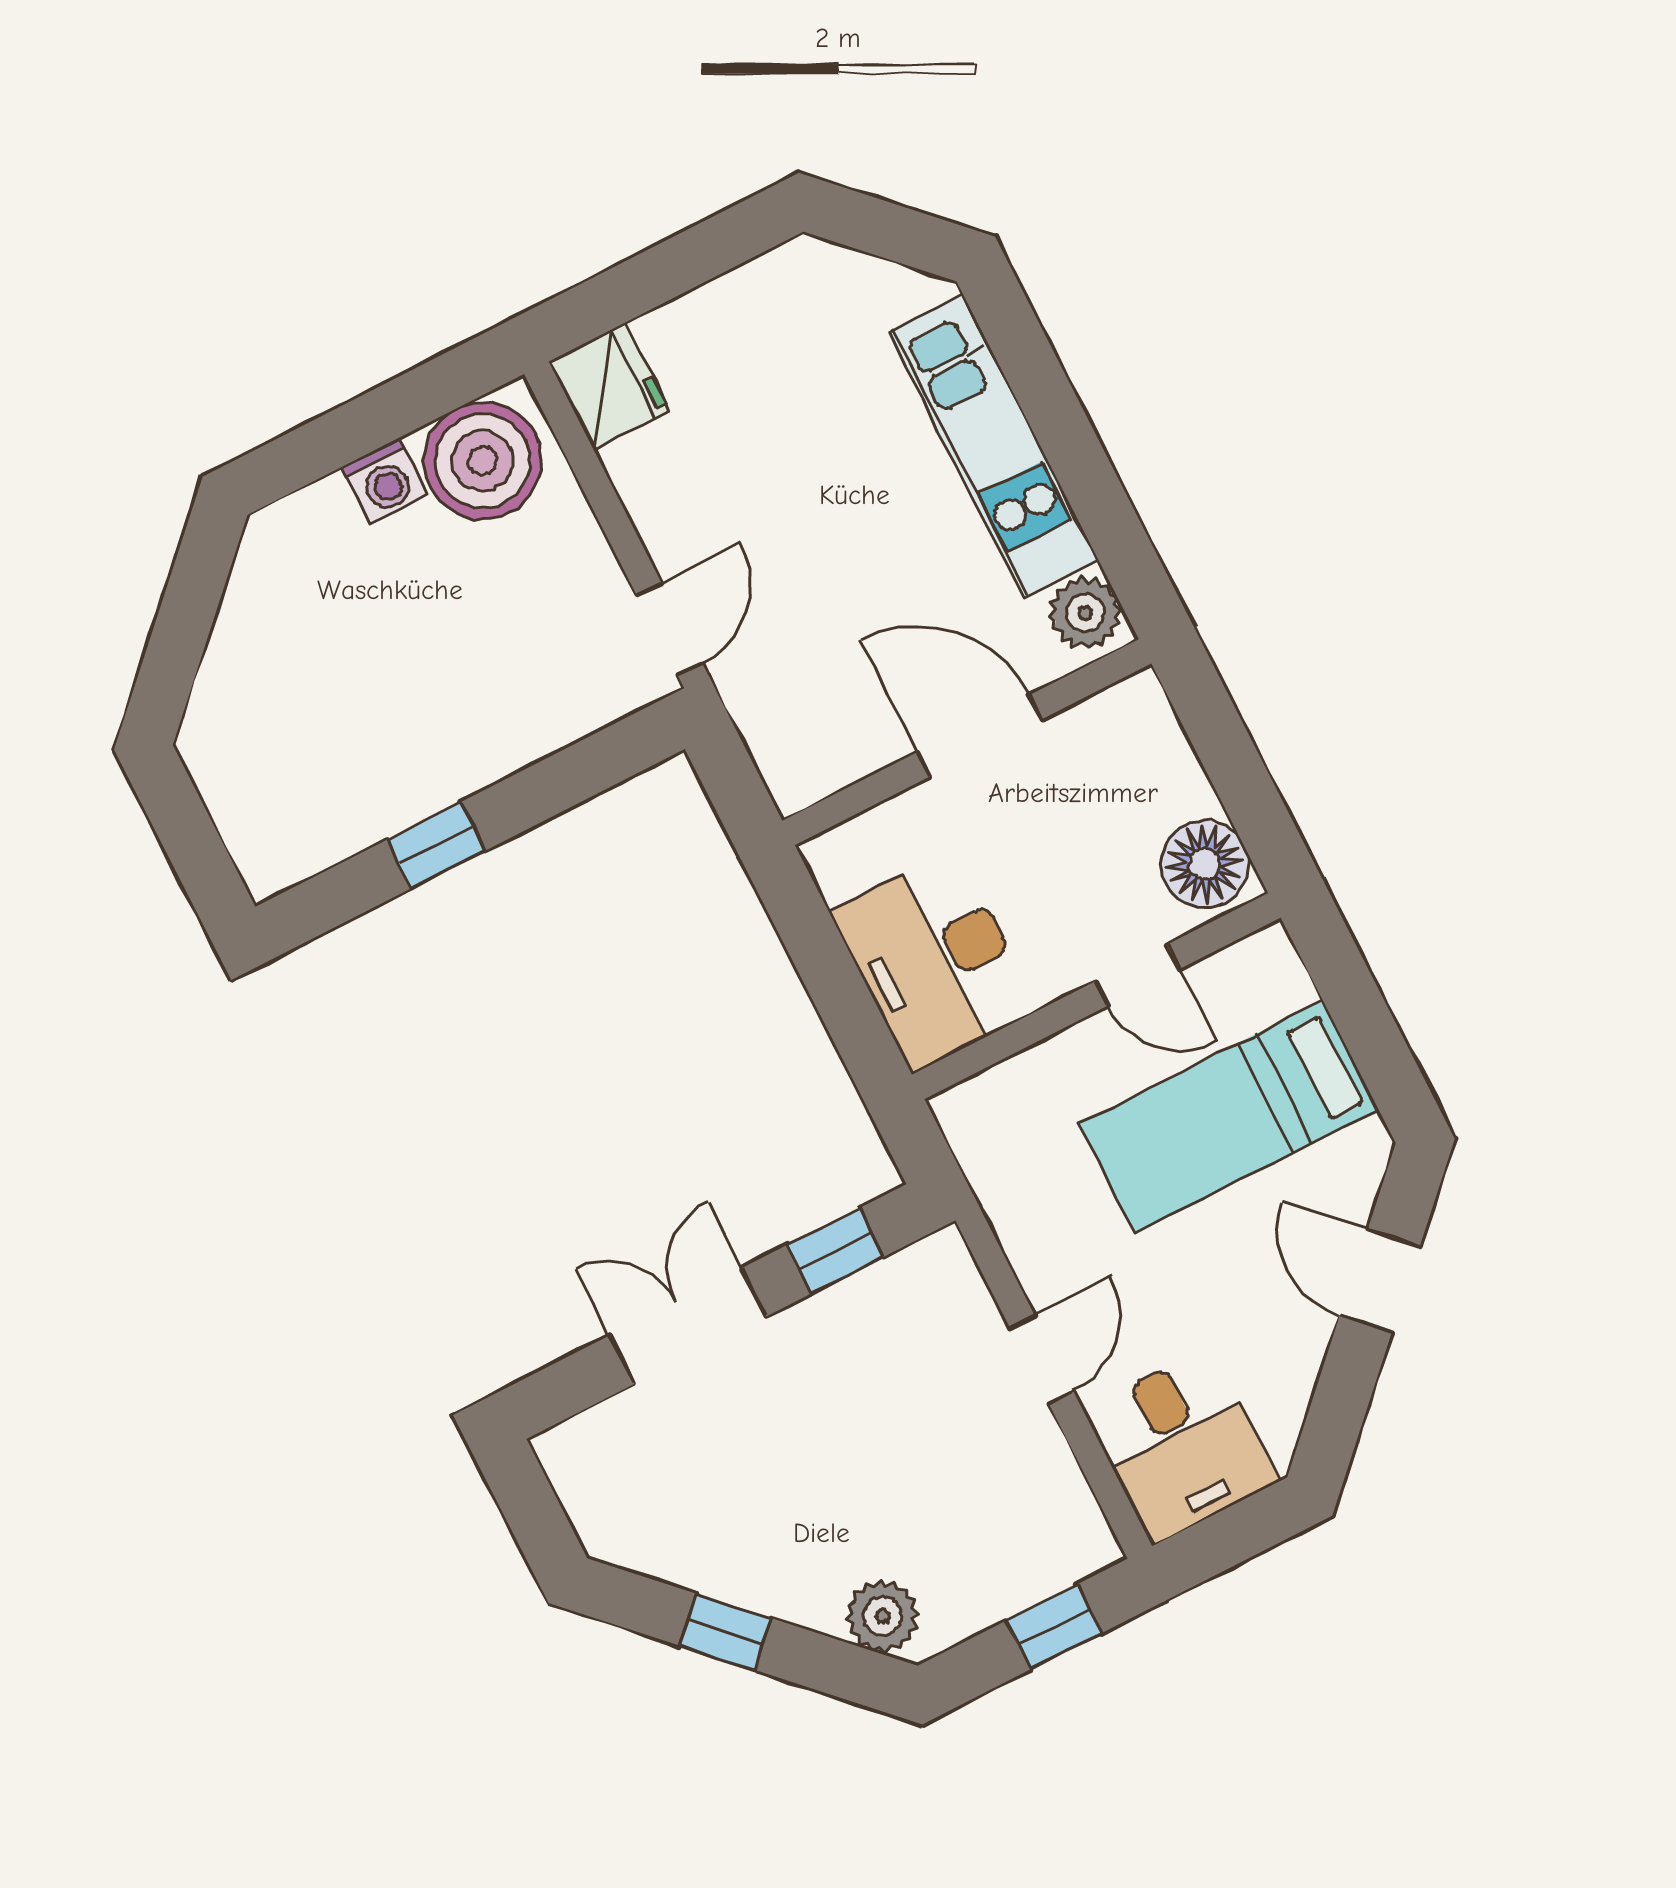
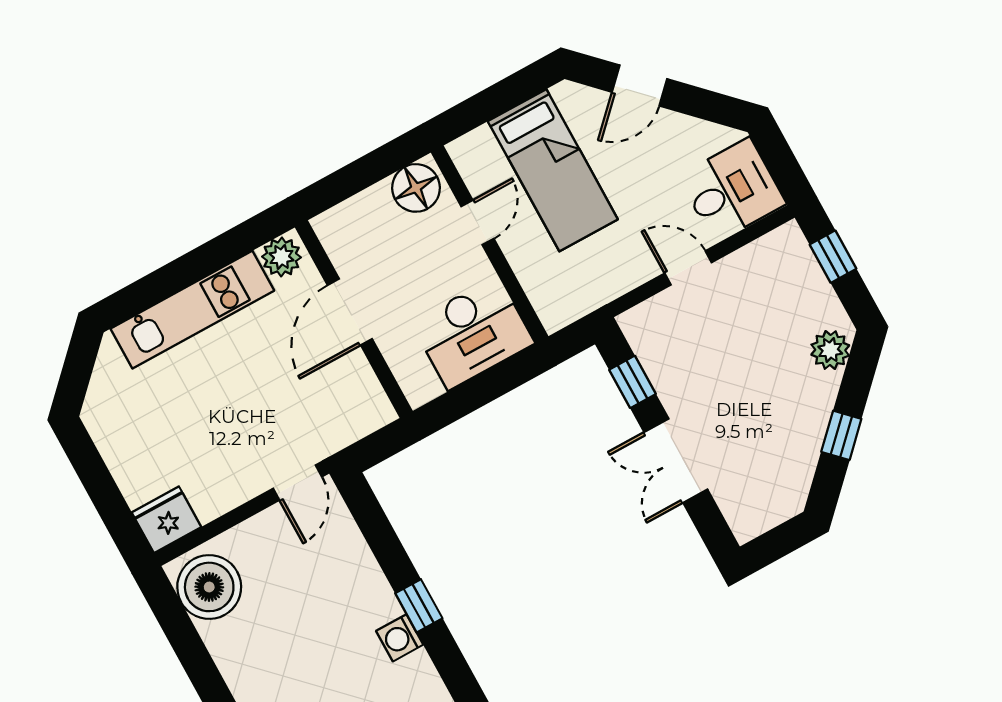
washing machine: (385, 481) -> (400, 638), moved, turned 180
door: (670, 629) -> (297, 483), swing flipped

